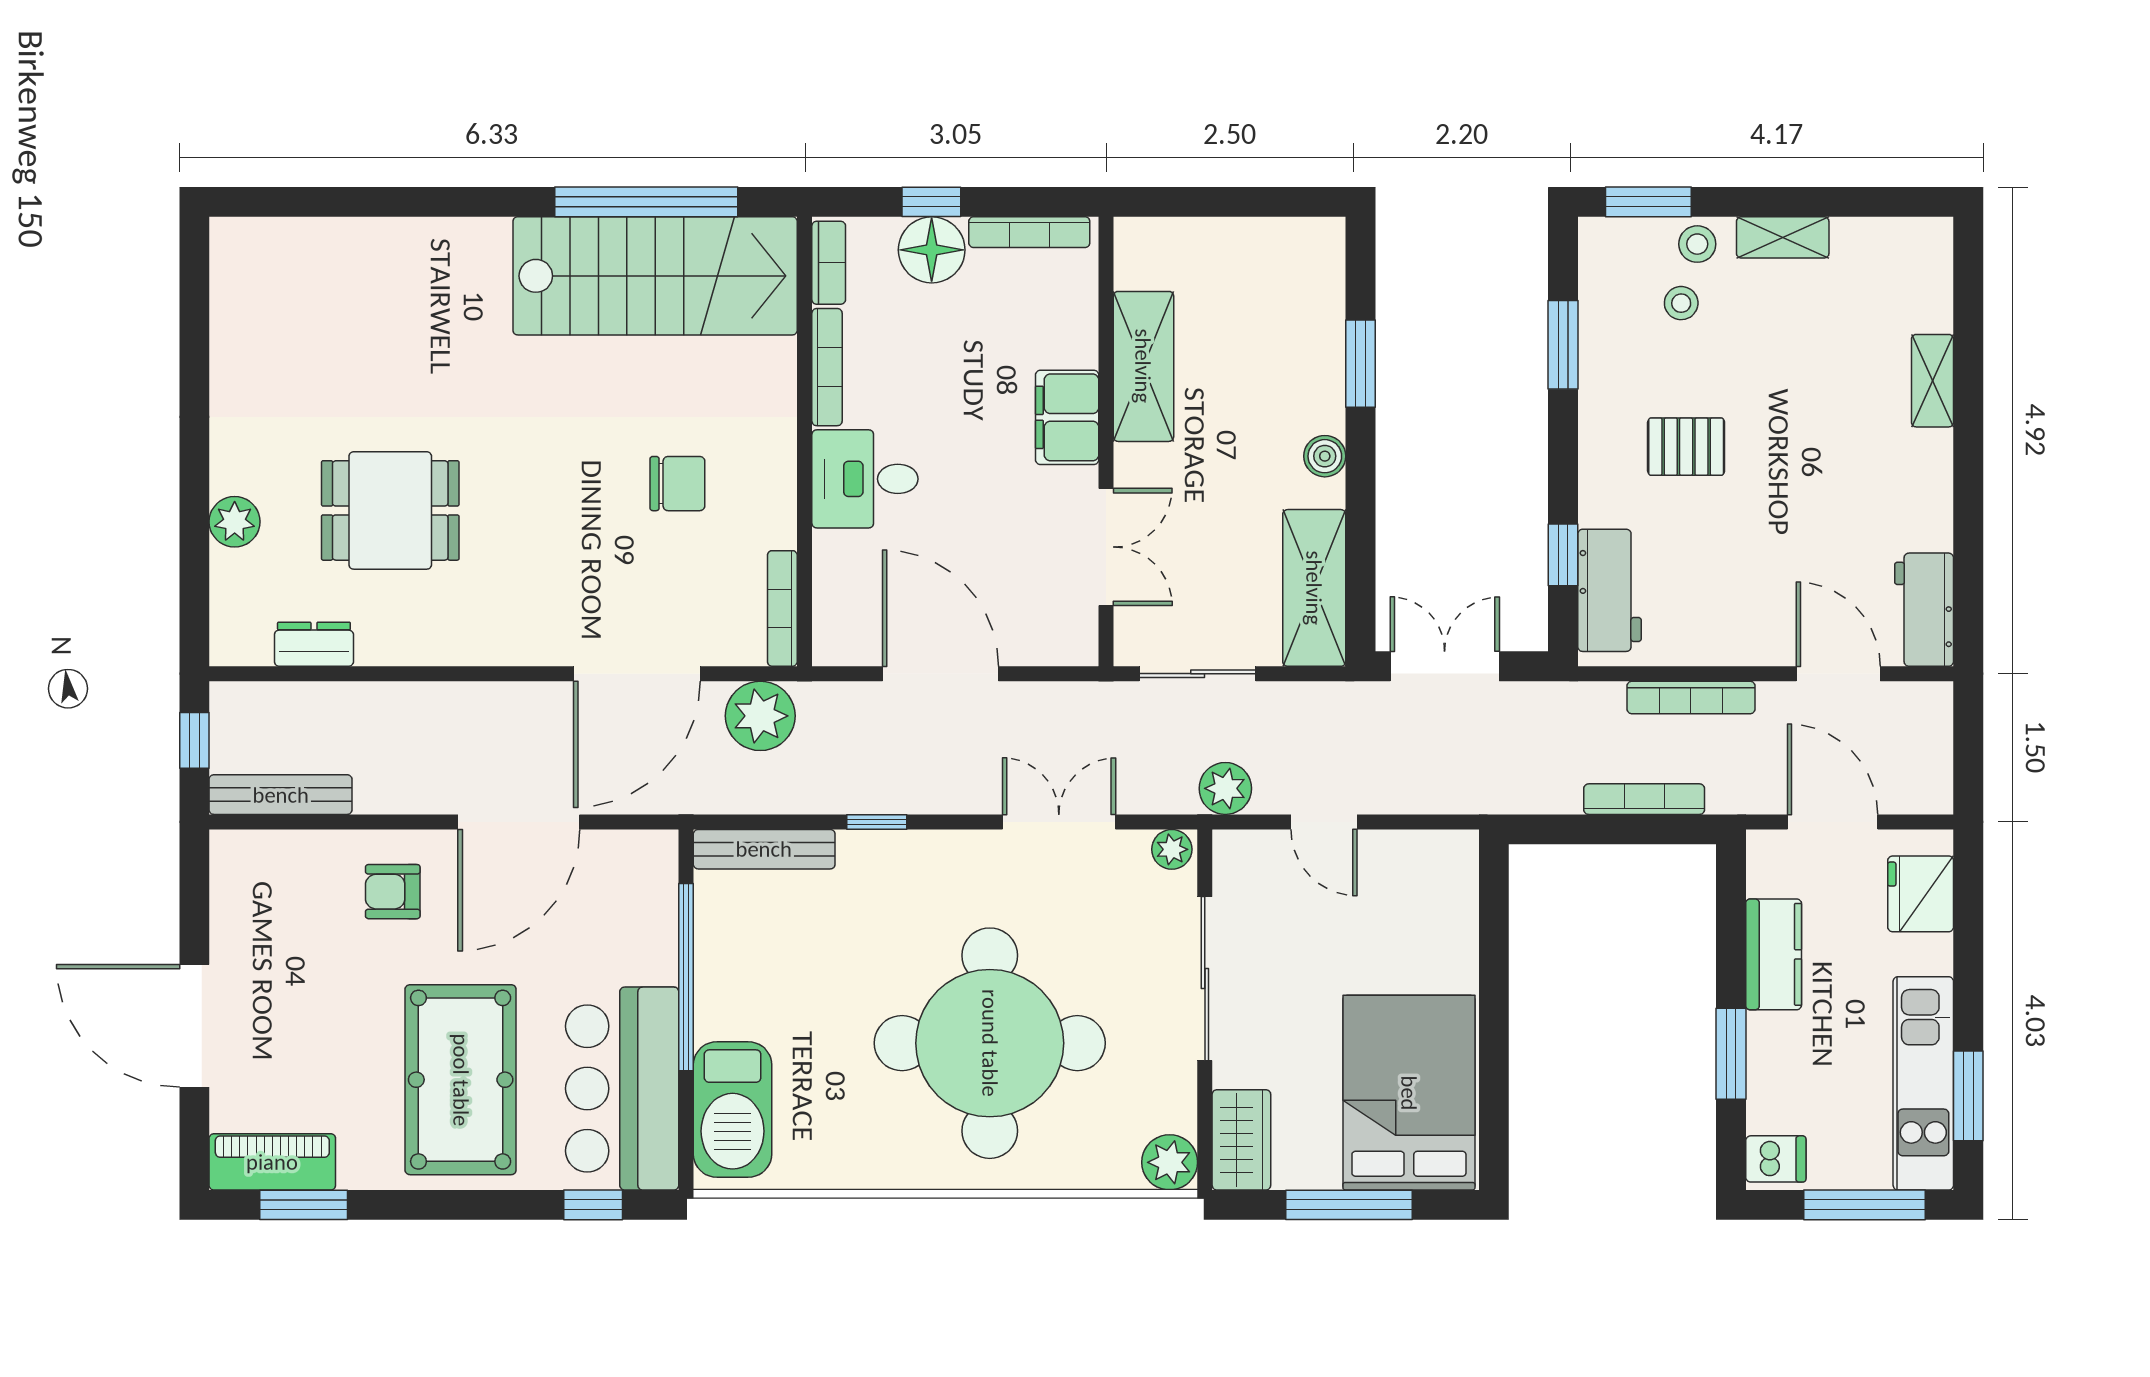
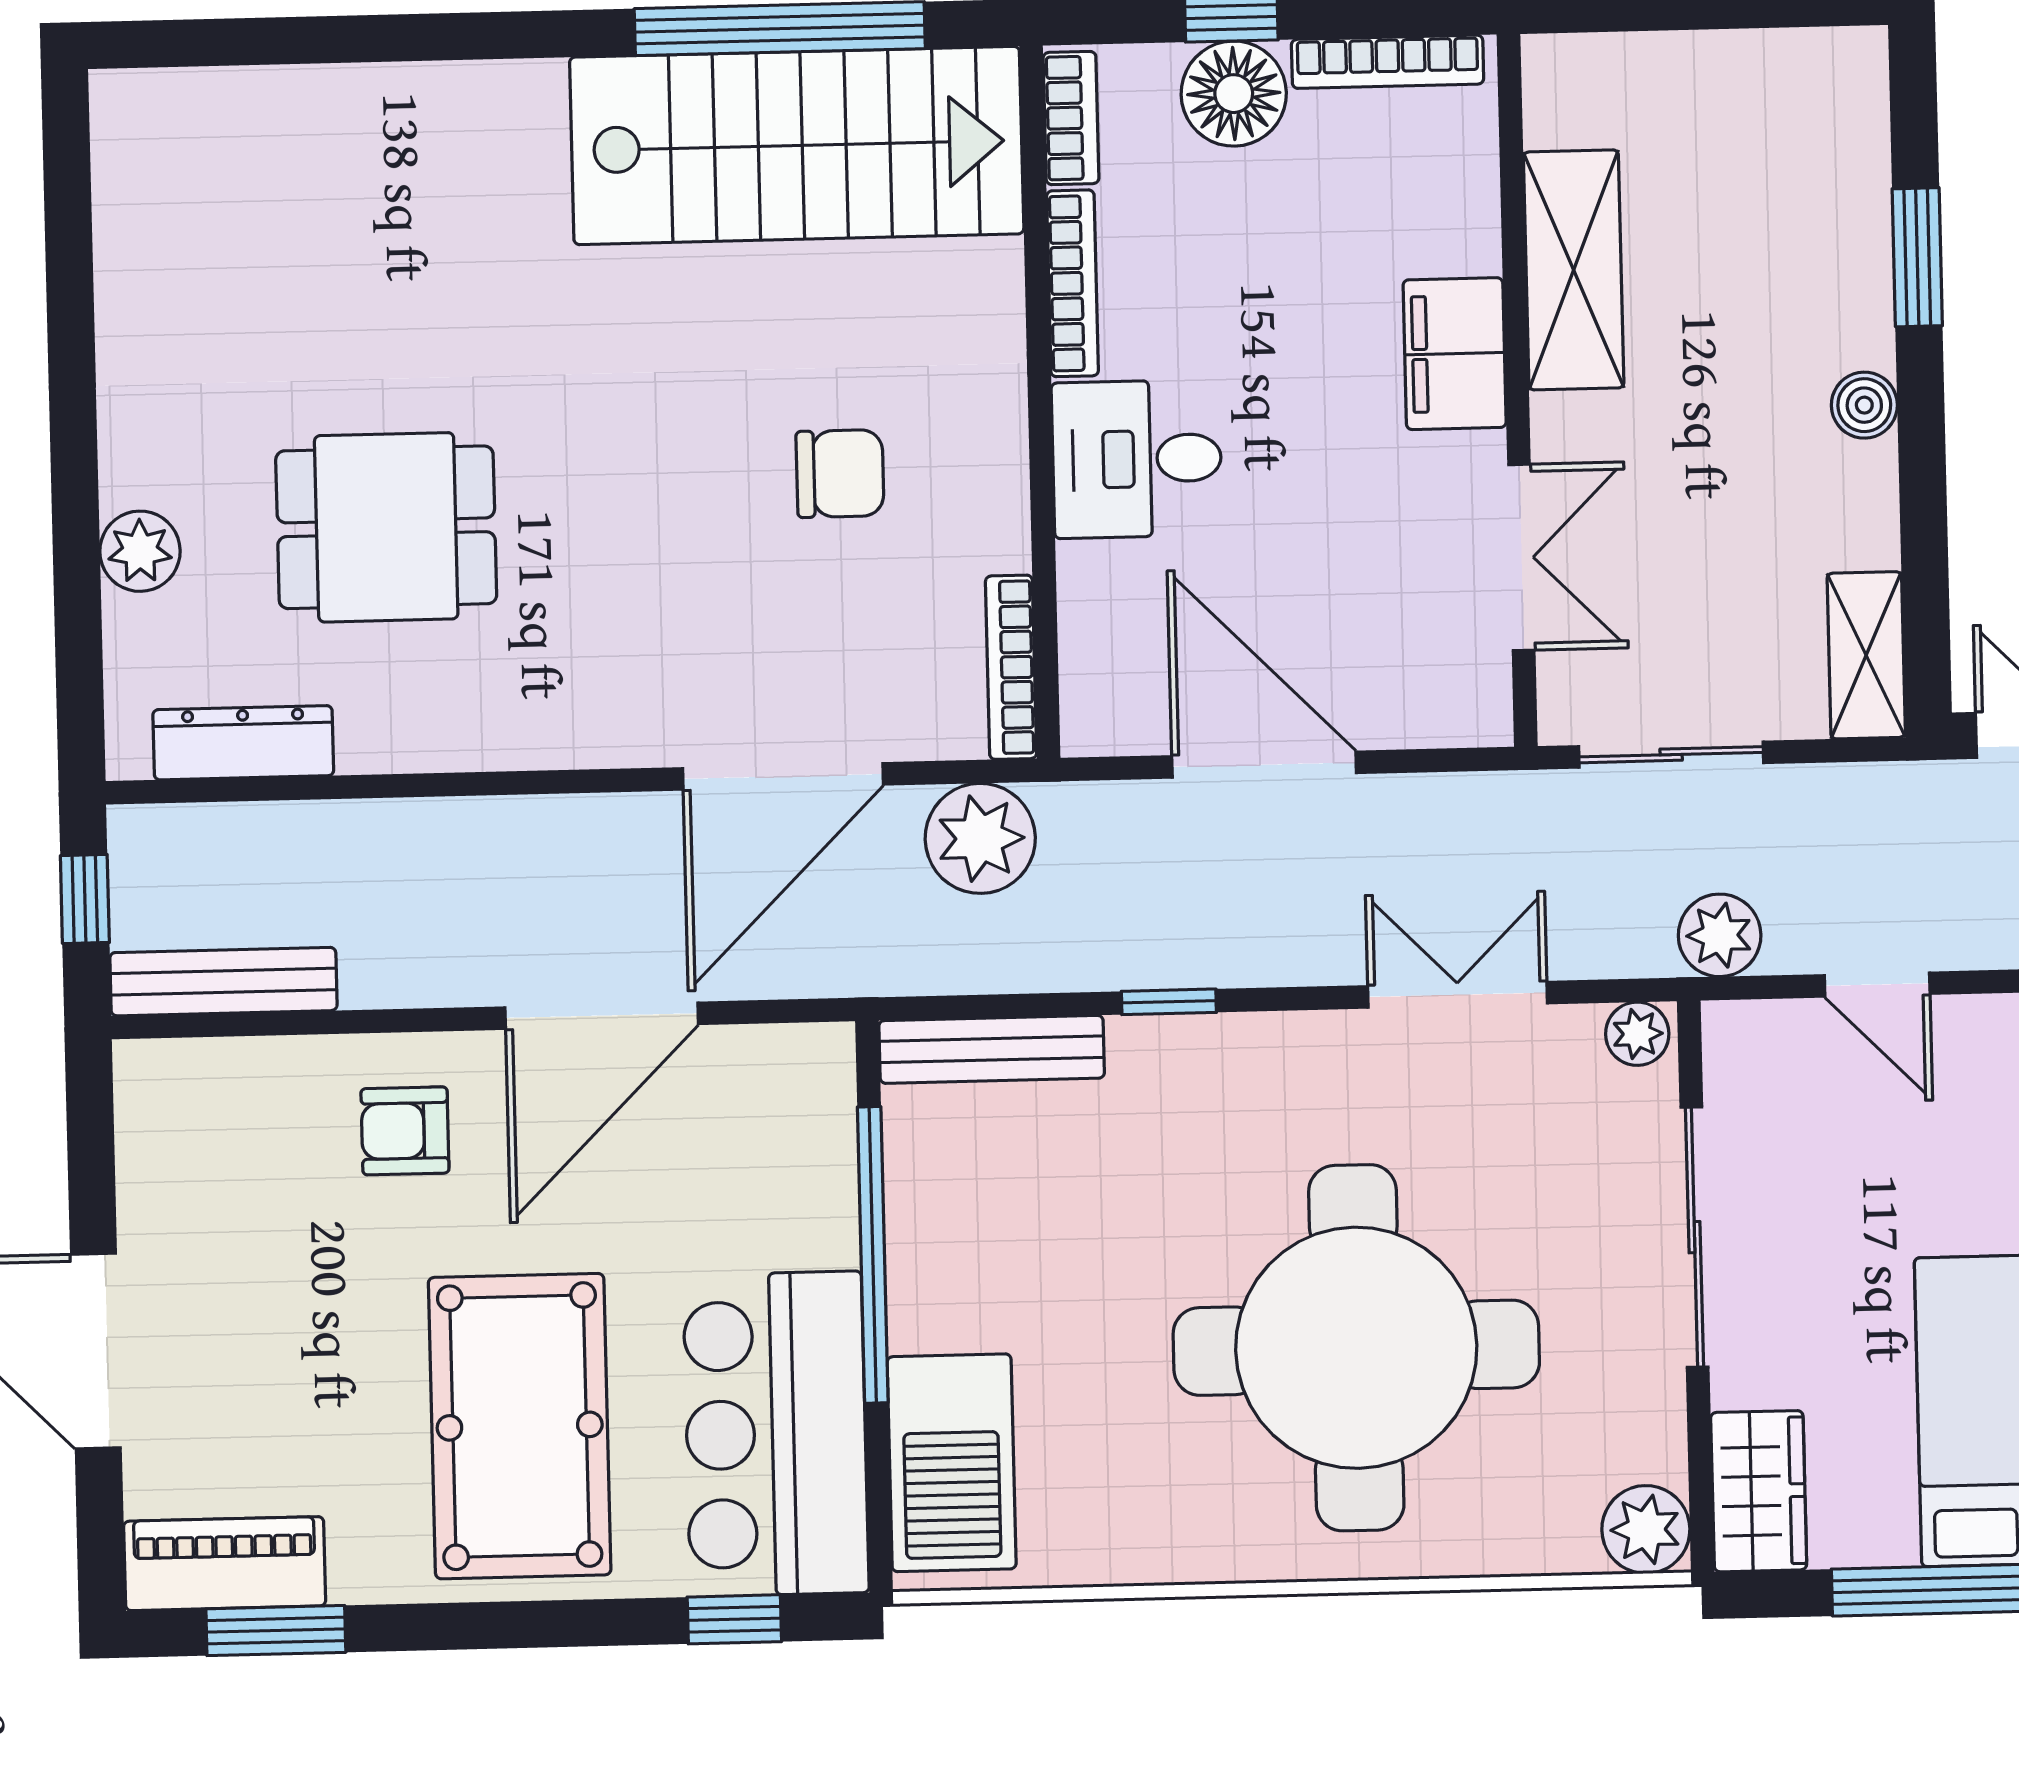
shelving: (1314, 588) -> (1866, 655), width x0.67, depth x0.75
dresser: (314, 644) -> (243, 743), width x1.44

